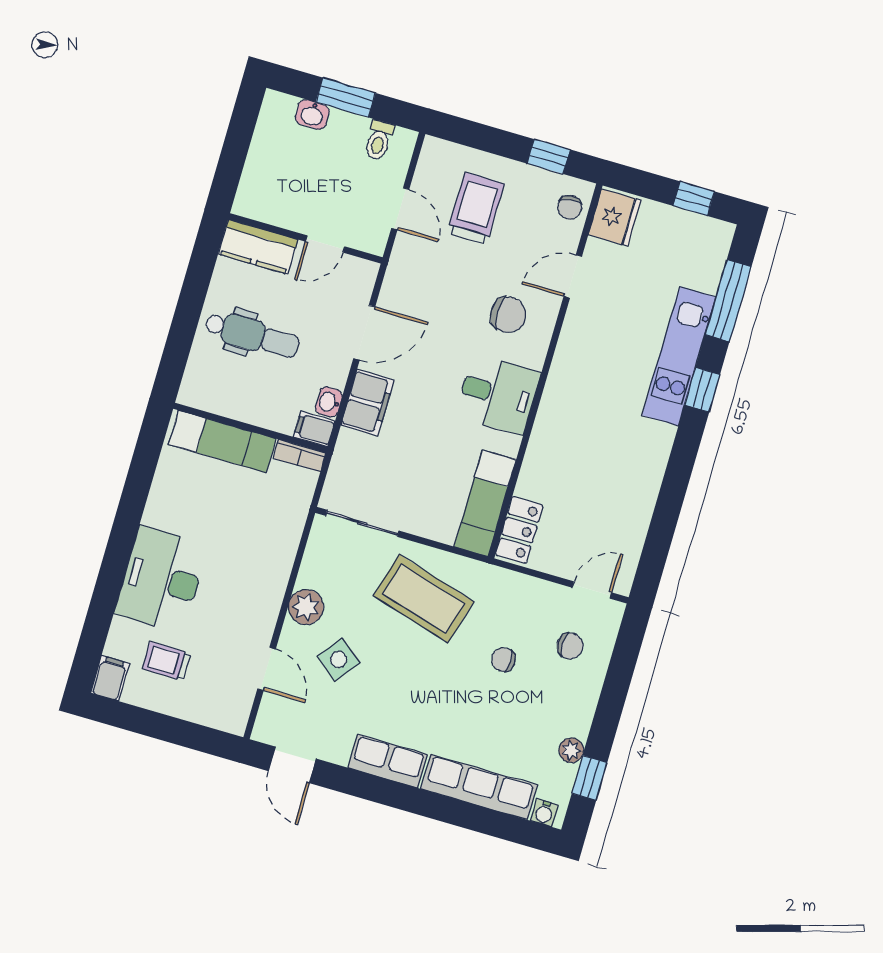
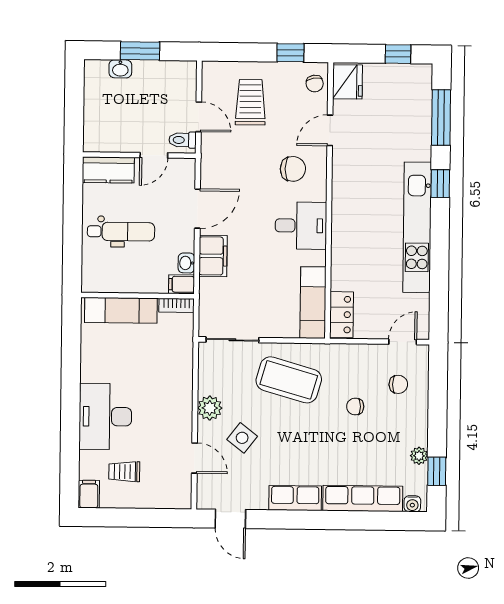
toilet: (379, 140) -> (183, 140), moved, turned 90
kitchen unit: (679, 356) -> (417, 227), moved, width x1.36

